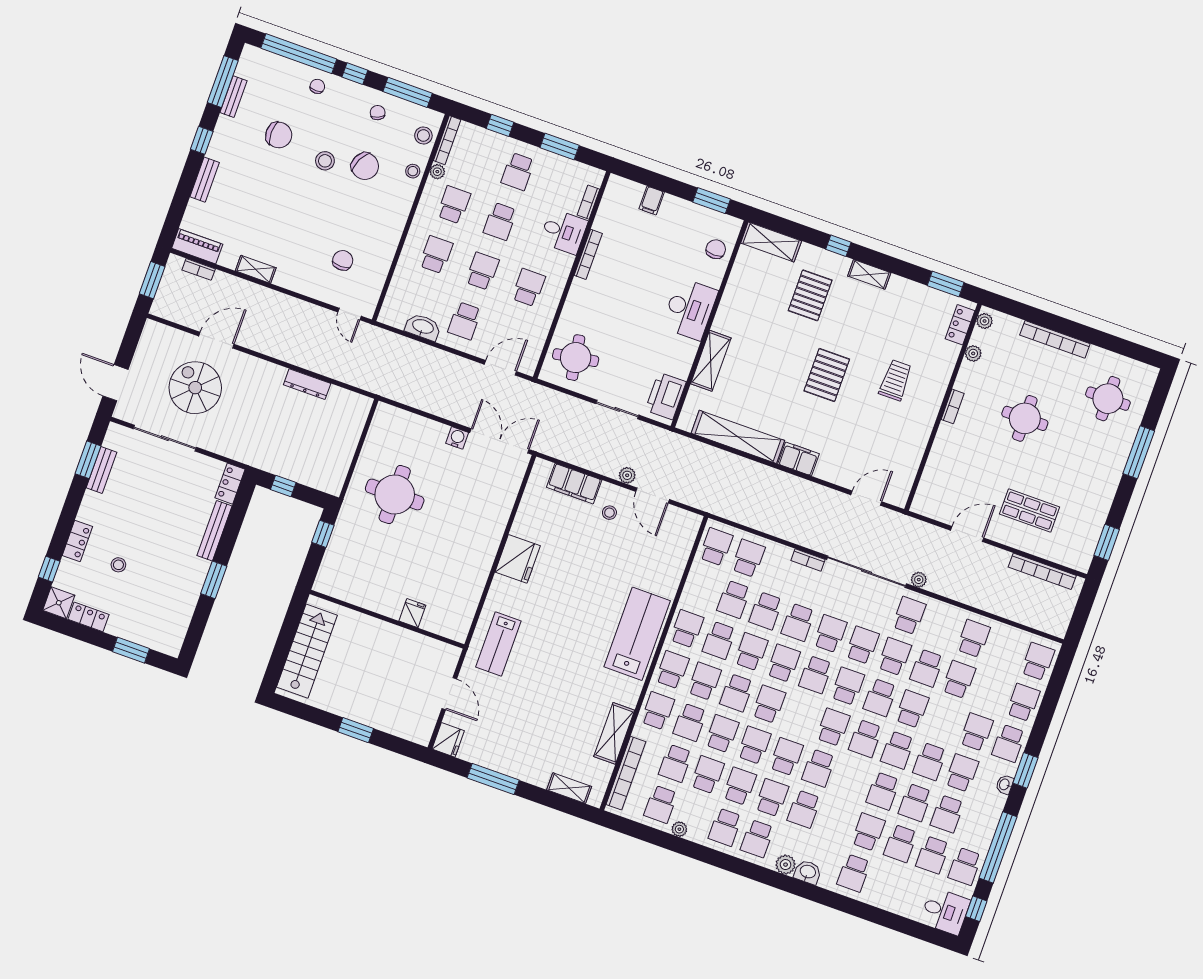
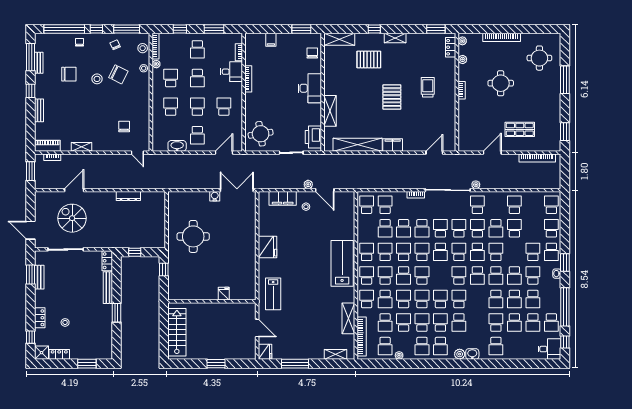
pallet: (810, 295) -> (369, 59), turned 90
school desk: (719, 640) -> (385, 252), turned 180
school desk: (819, 768) -> (459, 299), turned 180

